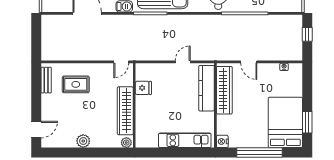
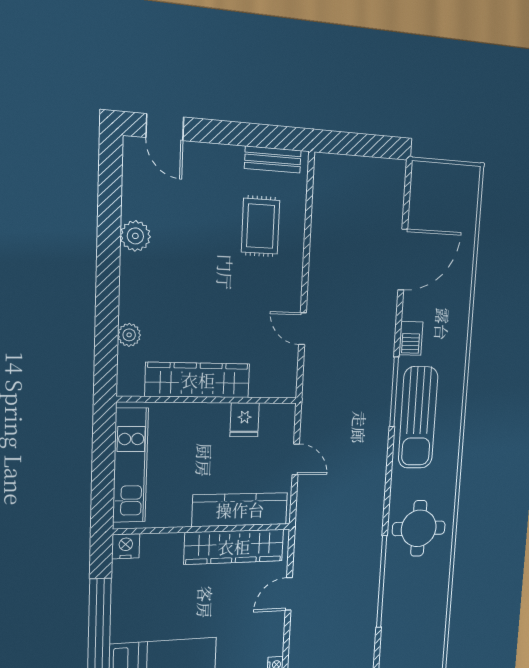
fridge: (143, 88) -> (245, 420), moved
wall: (134, 105) -> (209, 400), moved
wardrobe: (125, 111) -> (198, 380), moved

